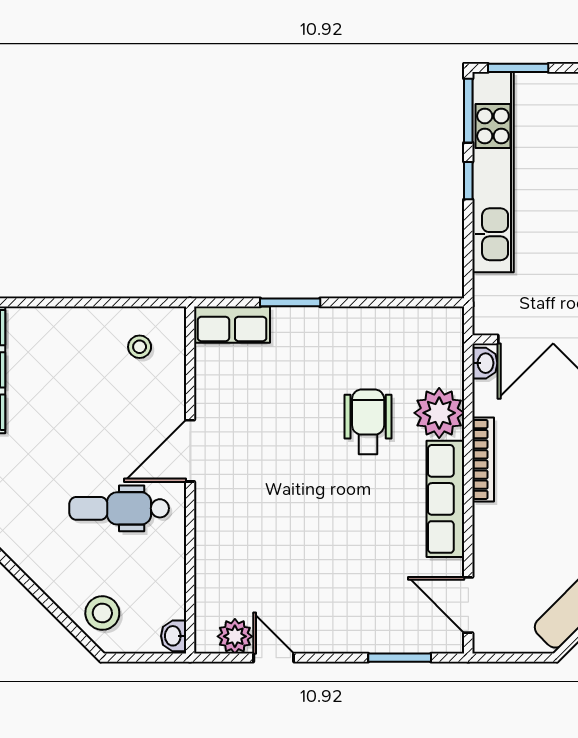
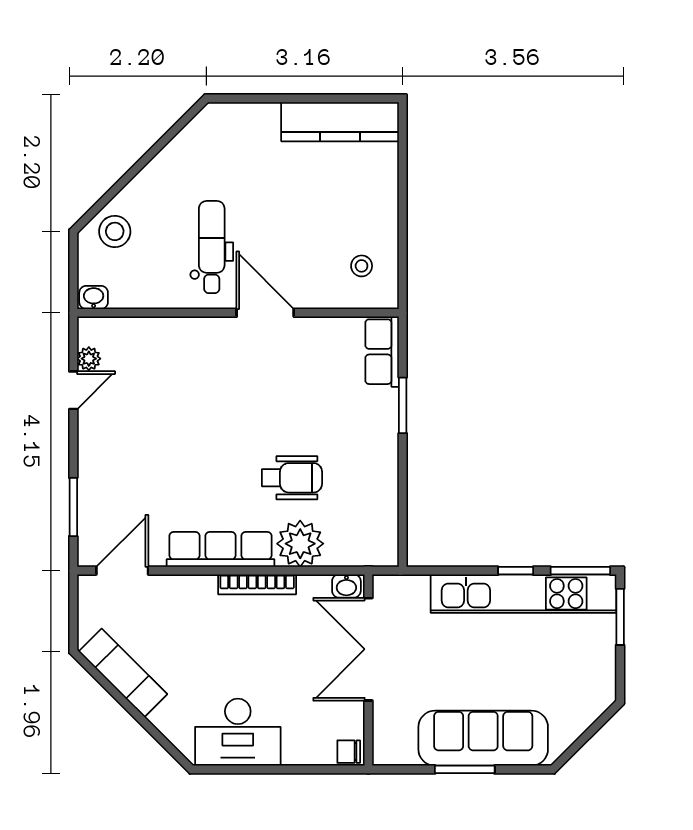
plant: (235, 636) -> (89, 359), width x0.73, depth x0.73

